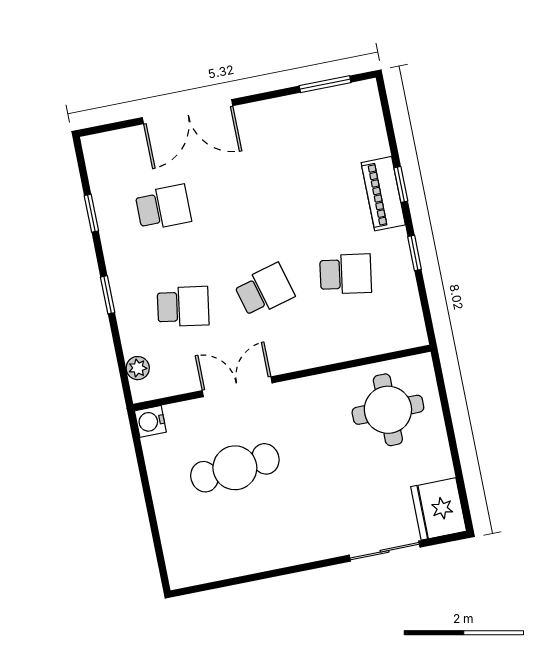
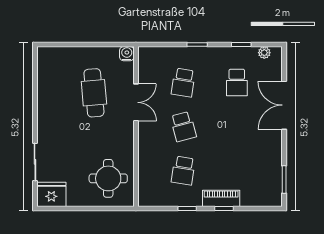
plant: (138, 368) -> (264, 53), moved

